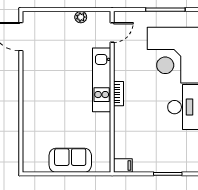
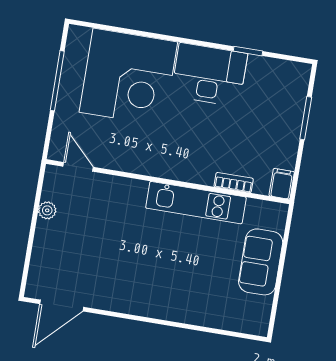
kitchen unit: (102, 80) -> (196, 203), moved
bookcase: (119, 94) -> (234, 183), moved

